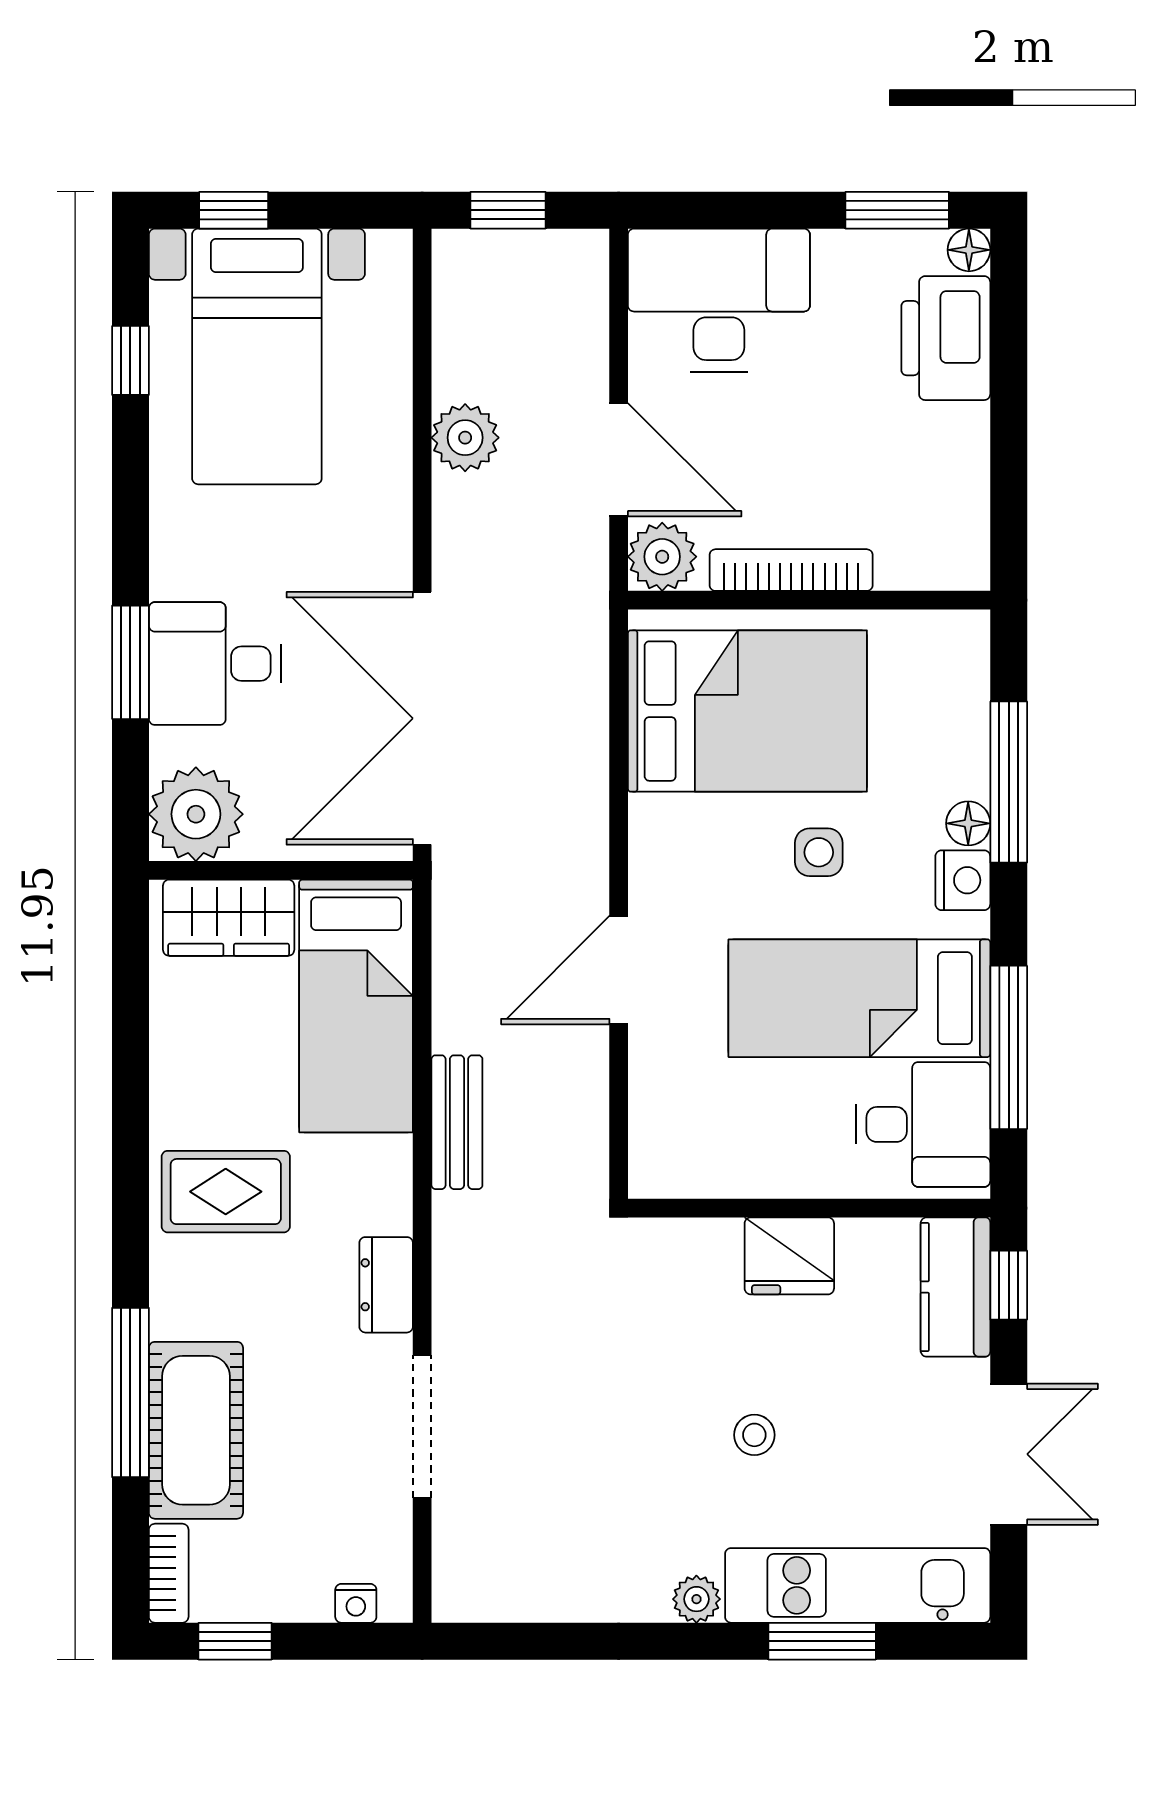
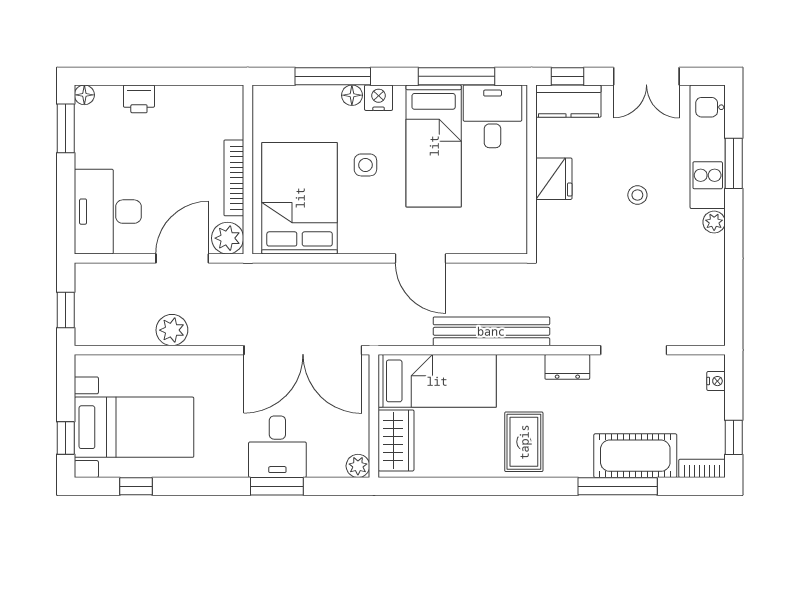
printer: (946, 338) -> (139, 99), width x0.53, depth x0.68
plant: (196, 814) -> (358, 466), width x0.53, depth x0.53
bench: (457, 1122) -> (491, 331), width x1.86, depth x1.21
double door: (1009, 1454) -> (646, 76), swing flipped

